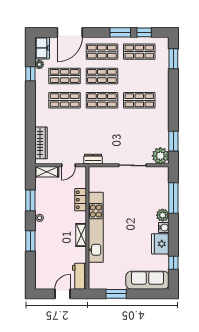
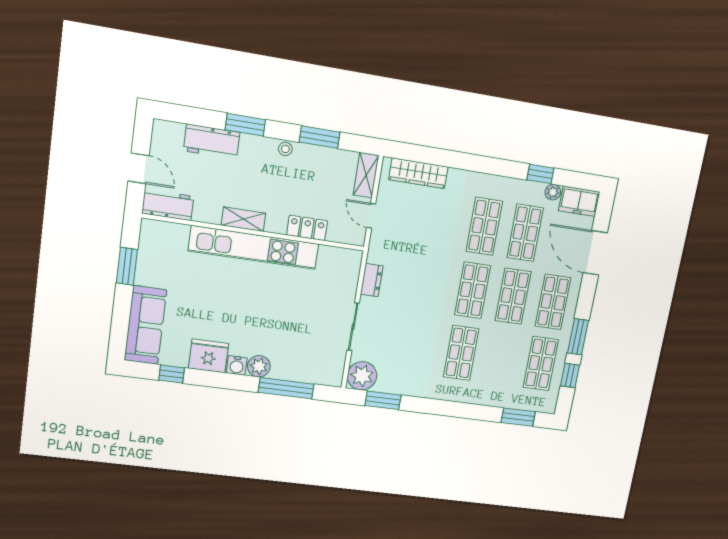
dresser: (93, 159) -> (372, 280), moved
workbench: (42, 257) -> (212, 142), added

